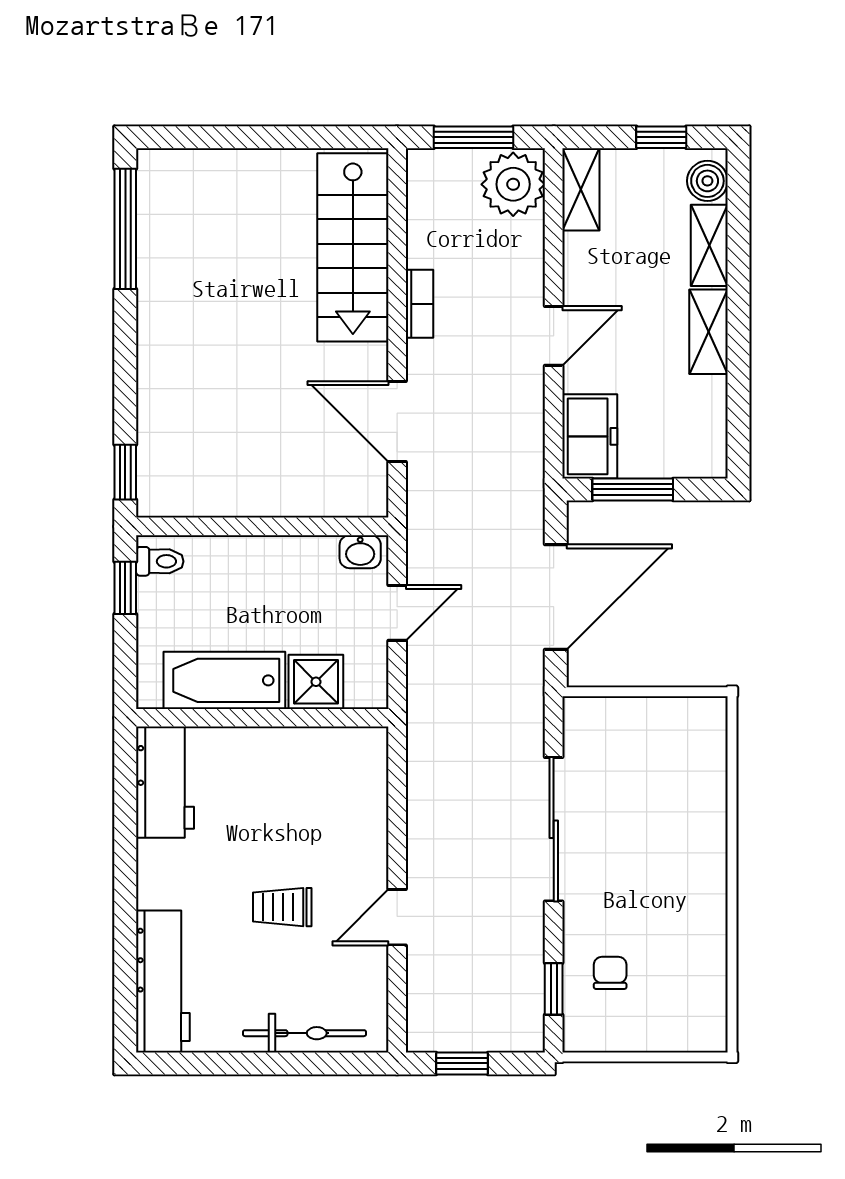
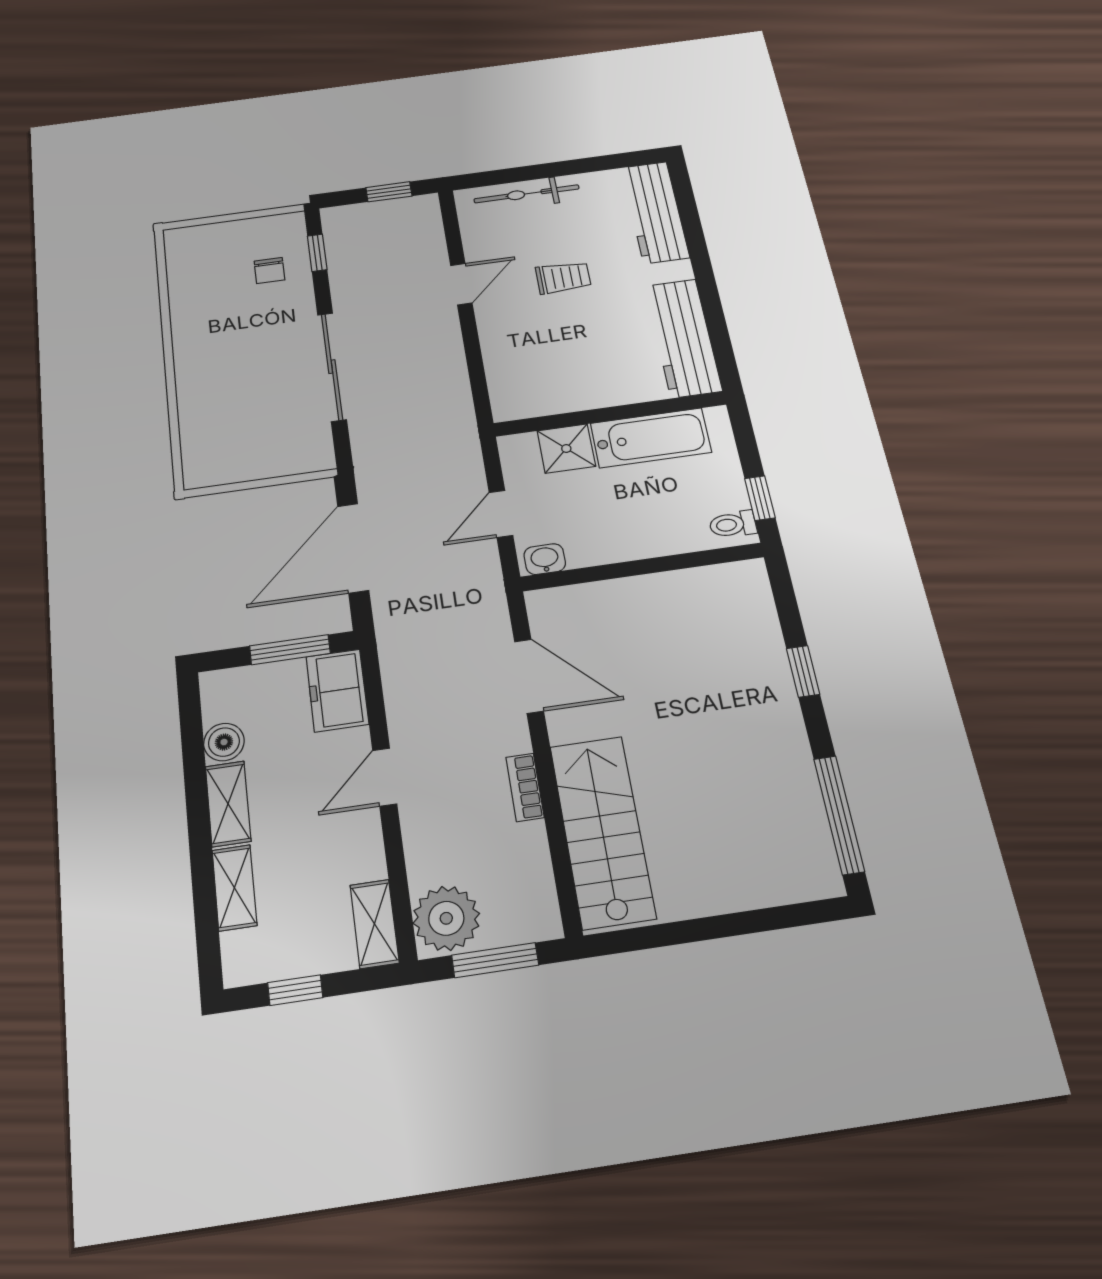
boiler: (707, 181) -> (224, 742), moved
window: (125, 472) -> (803, 671), moved
workbench: (165, 782) -> (683, 338), width x1.37

